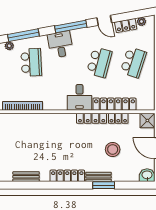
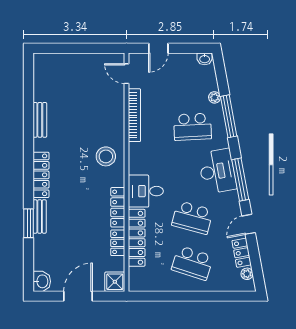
desk: (60, 44) -> (217, 171), width x1.37
stool: (113, 149) -> (106, 156), moved

